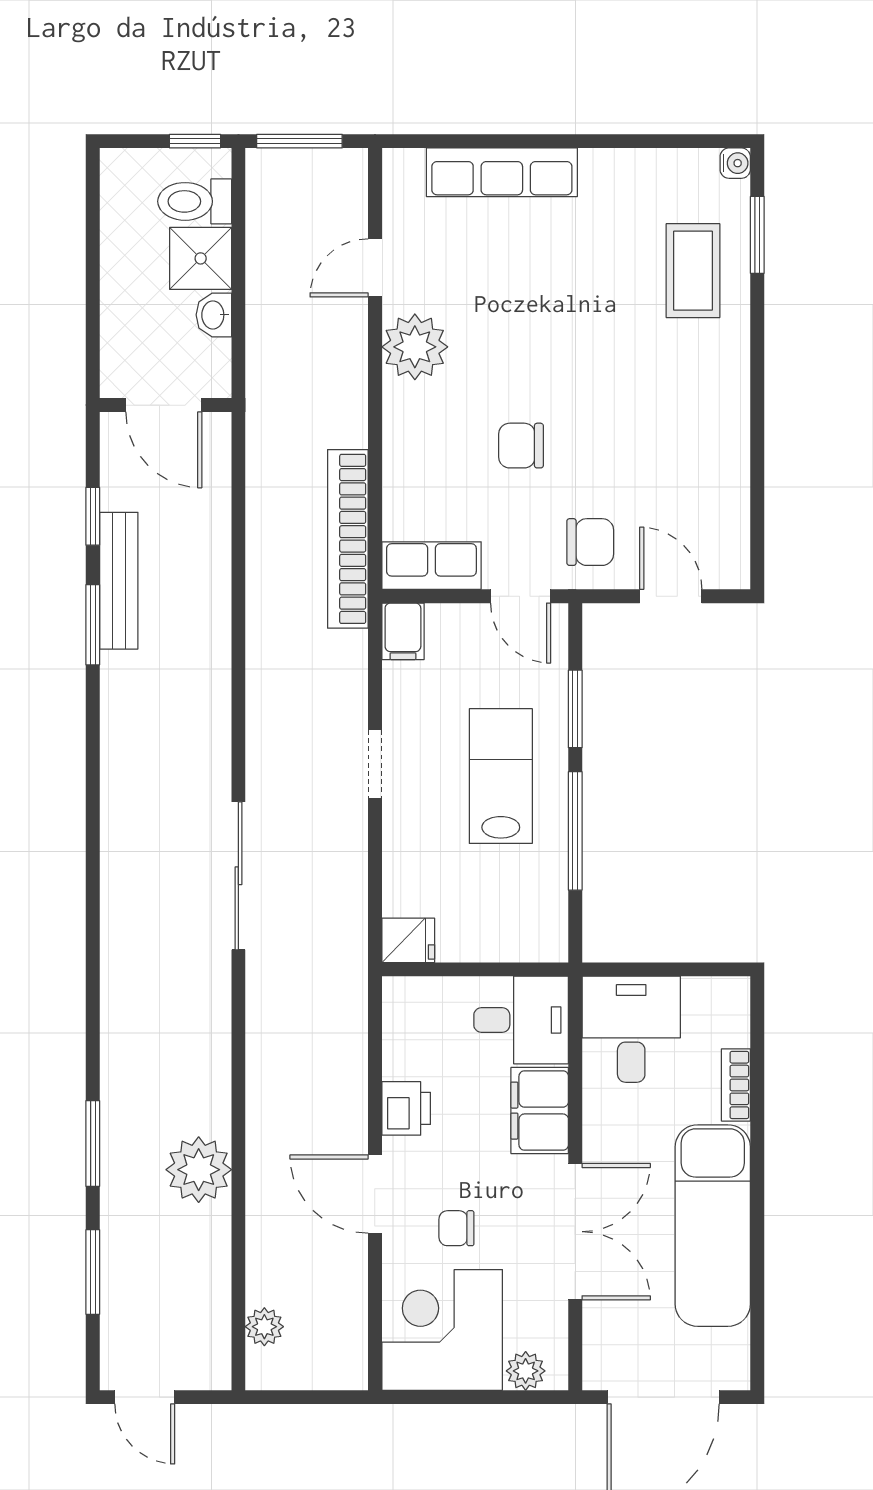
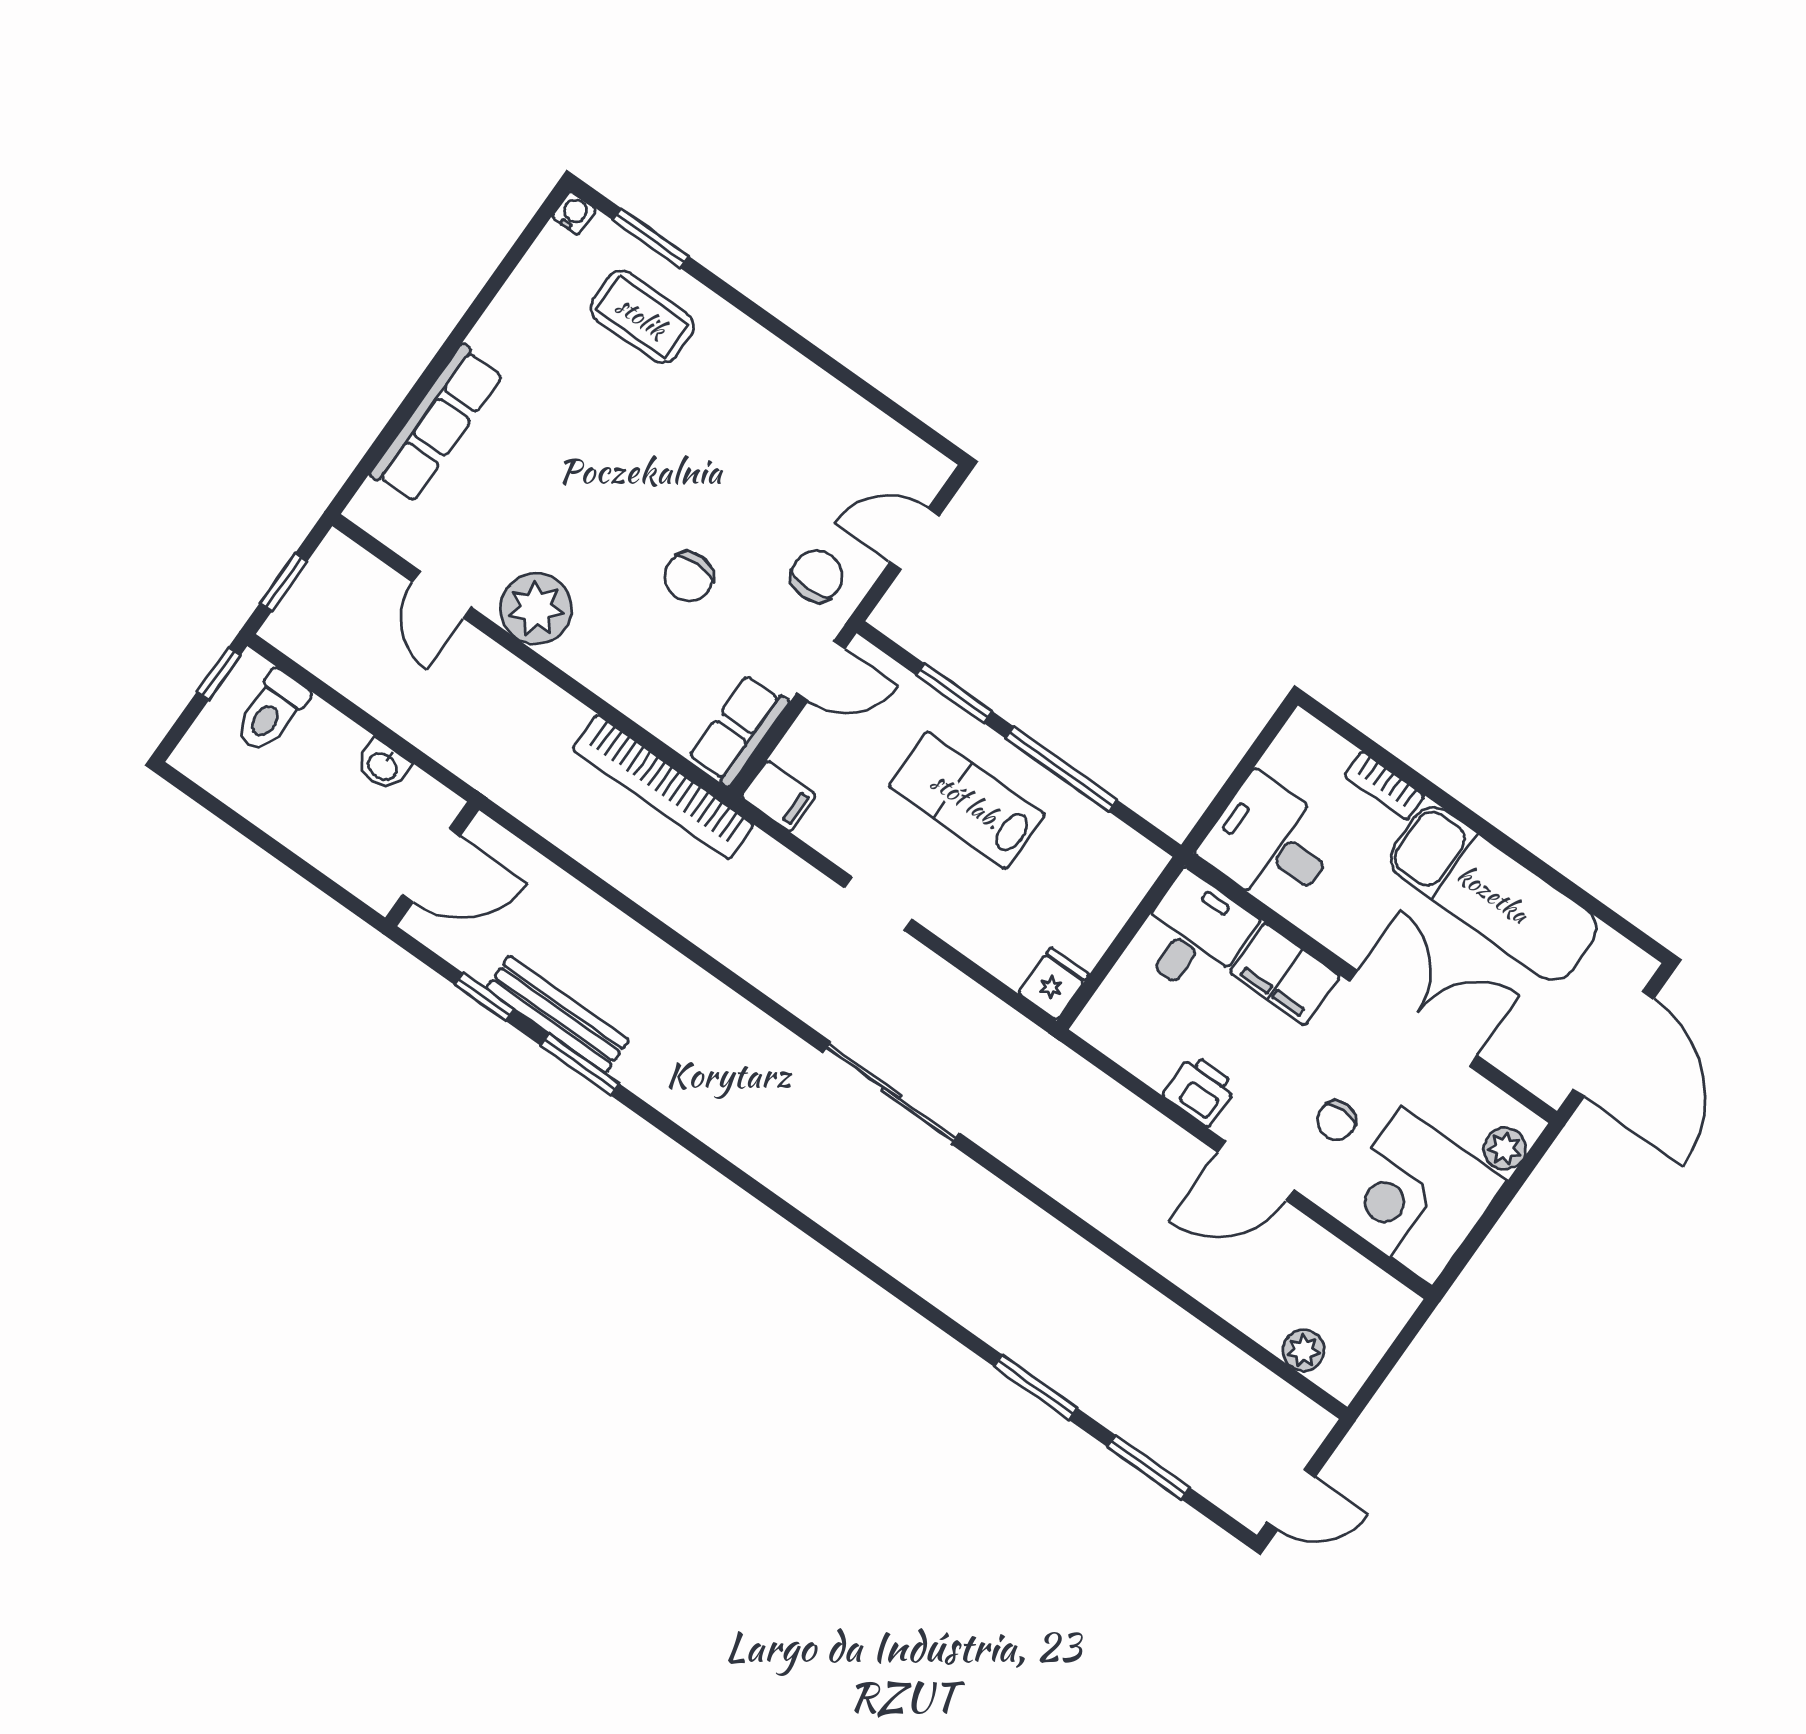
window: (299, 141) -> (284, 582), width x0.67
shower: (201, 258) -> (325, 742), removed
plant: (199, 1170) -> (1125, 1311), removed

